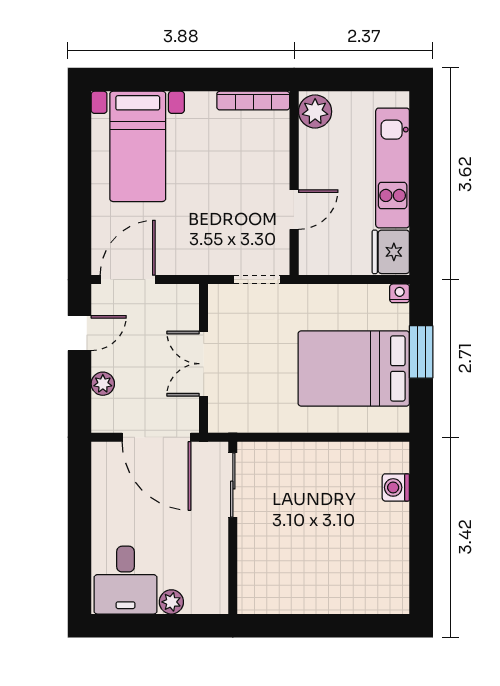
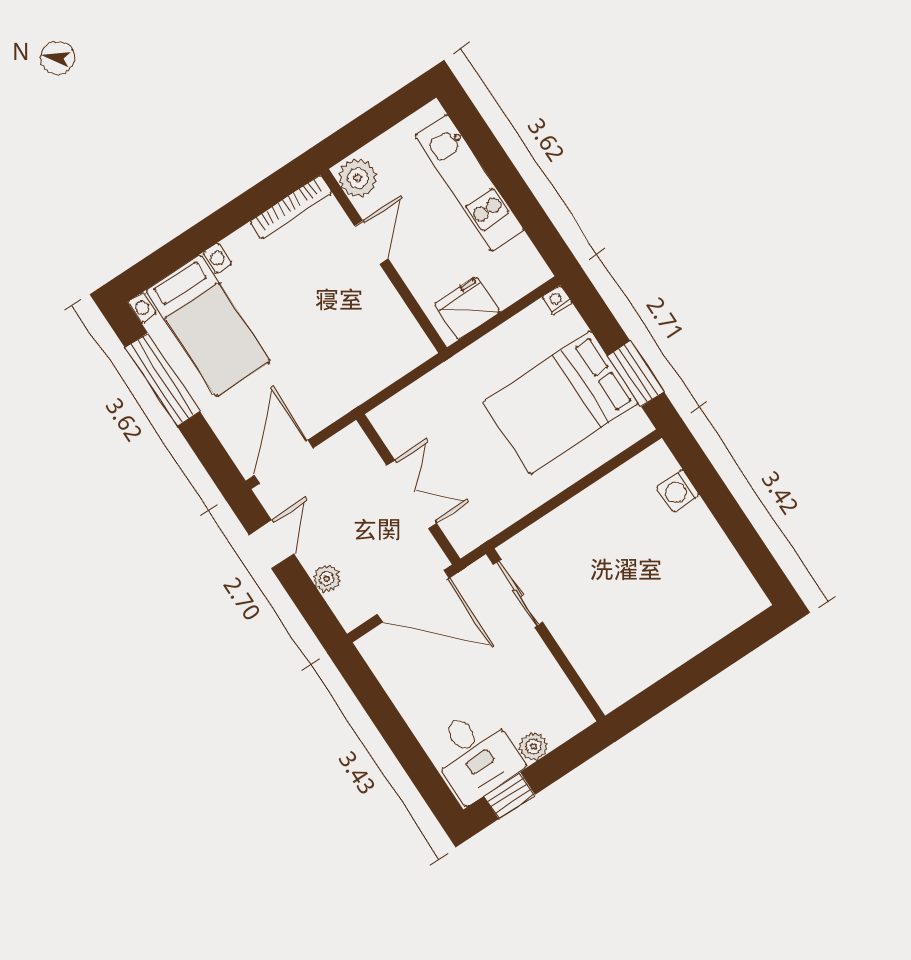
window: (79, 163) -> (162, 380), added
door: (294, 210) -> (371, 242), moved
fridge: (391, 252) -> (467, 308), moved, turned 90
doorway: (257, 280) -> (410, 378), removed
window: (421, 352) -> (636, 374), moved
double door: (204, 364) -> (412, 494), swing flipped
window: (131, 626) -> (509, 796), added

